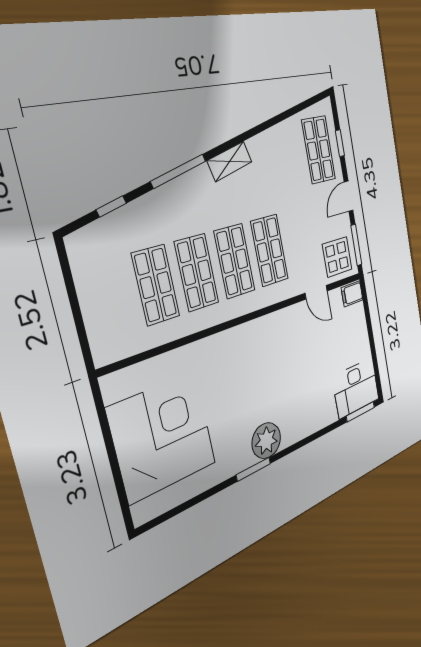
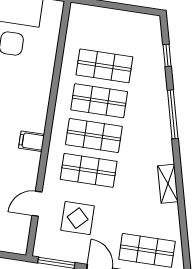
shelving: (230, 161) -> (168, 184), moved
display table: (337, 257) -> (78, 218), moved
filing cabinet: (352, 294) -> (32, 141), moved, turned -90

